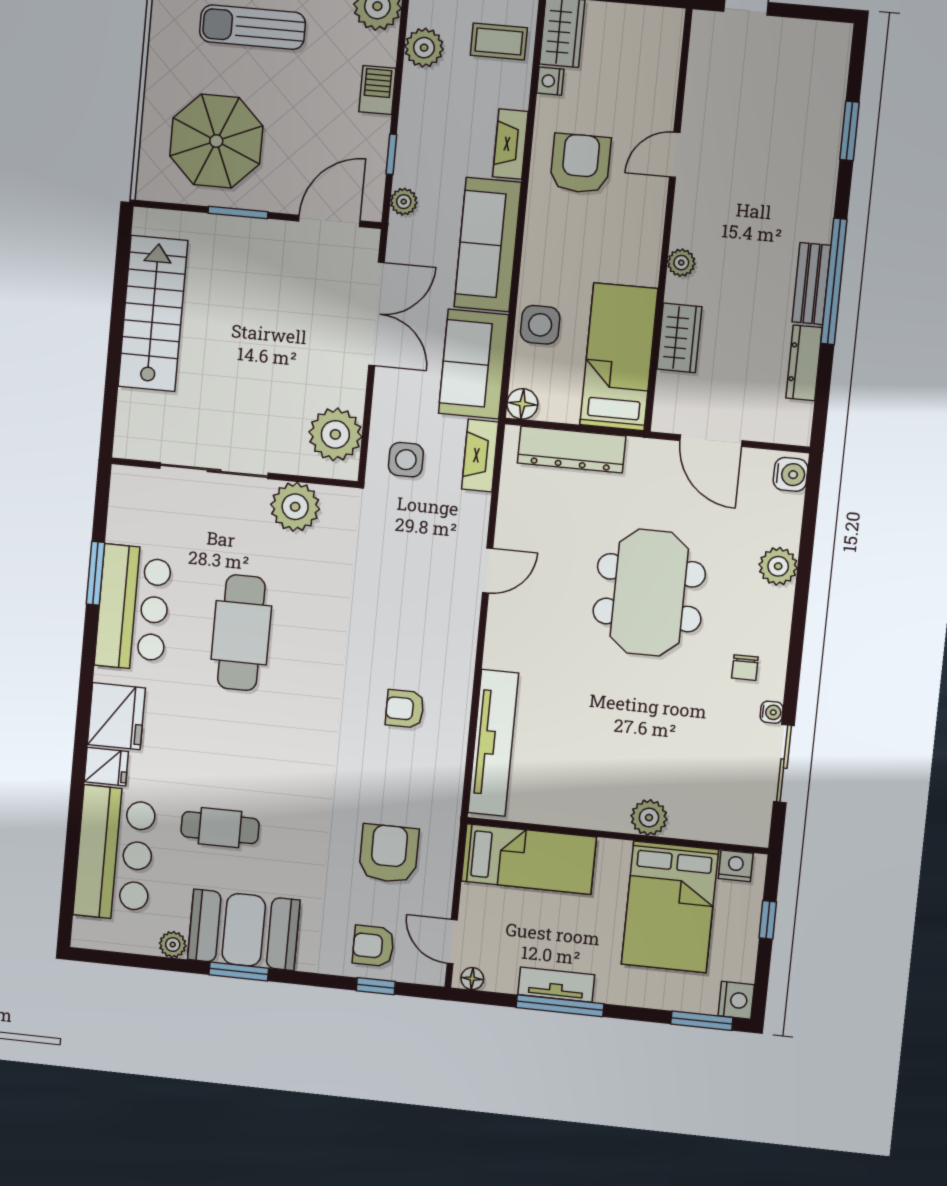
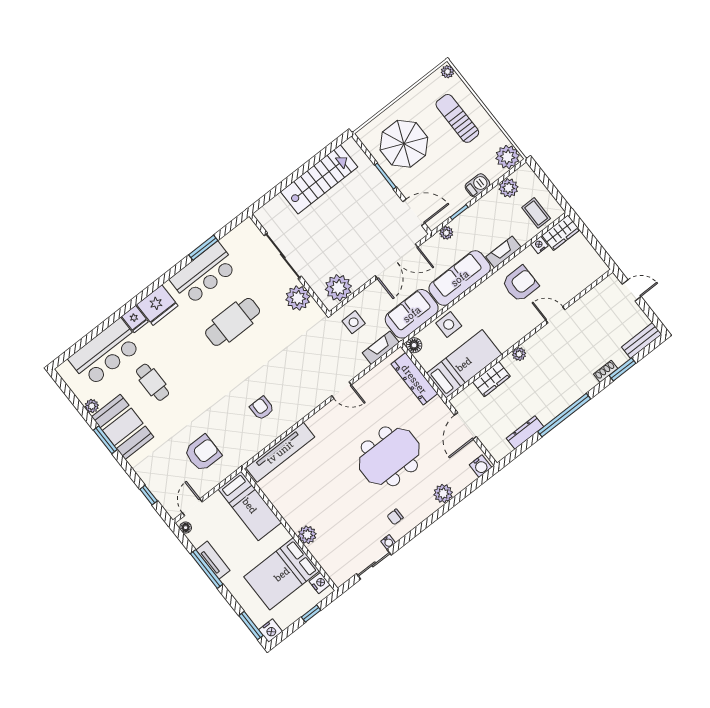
shoe rack: (828, 159) -> (606, 371), added
bench: (811, 284) -> (642, 341), moved
armchair: (373, 946) -> (163, 480), removed

